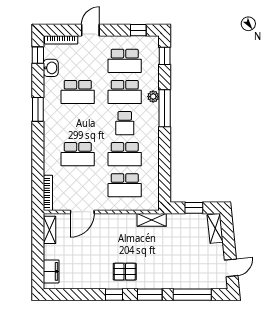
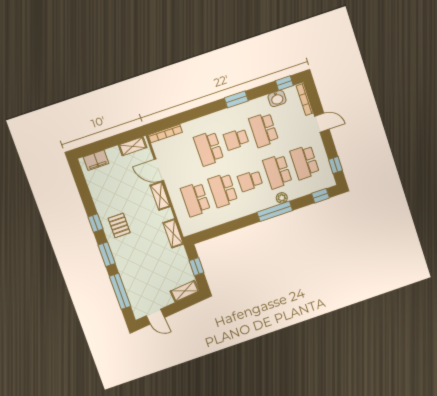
school desk: (78, 123) -> (236, 139), added
shelving: (109, 220) -> (160, 196), added

